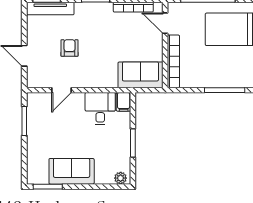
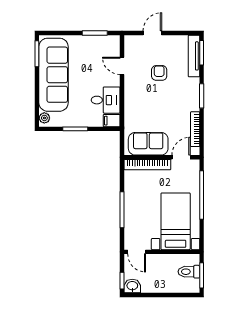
armchair: (70, 48) -> (159, 73), turned -90
sofa: (140, 75) -> (148, 144), moved, turned -90
sofa: (72, 171) -> (54, 75), width x1.85, depth x1.27

